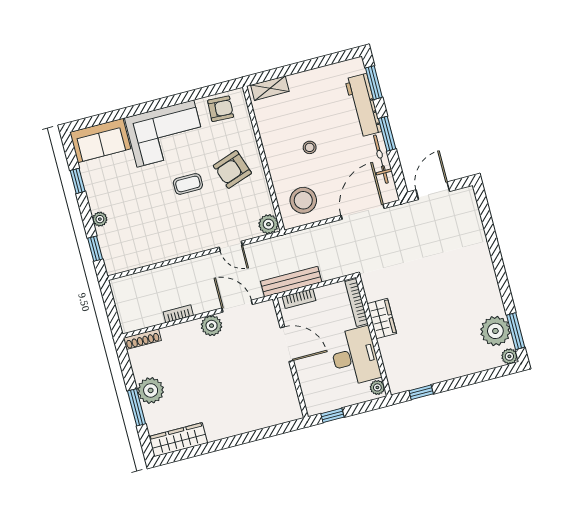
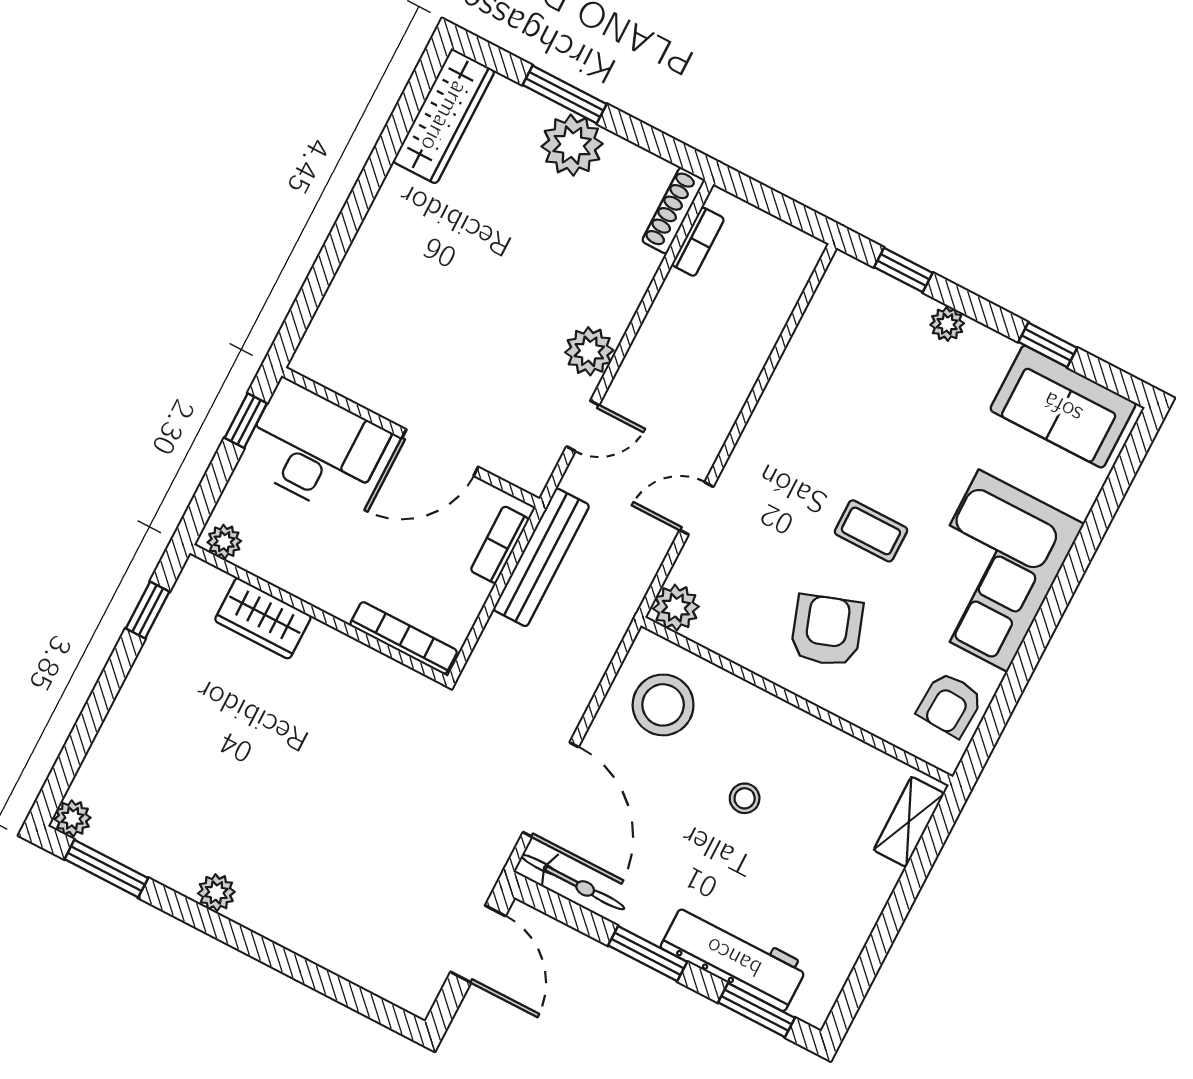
sofa: (100, 140) -> (1063, 407), moved, turned -90
bicycle: (381, 159) -> (573, 882), moved
coffee table: (188, 184) -> (871, 531), turned 90
door: (237, 306) -> (583, 426), width x0.73
bookcase: (178, 314) -> (698, 242), moved
wardrobe: (382, 319) -> (263, 618), moved
plant: (495, 331) -> (216, 893), moved, width x0.53, depth x0.53
desk: (355, 356) -> (315, 448), moved, turned 180

